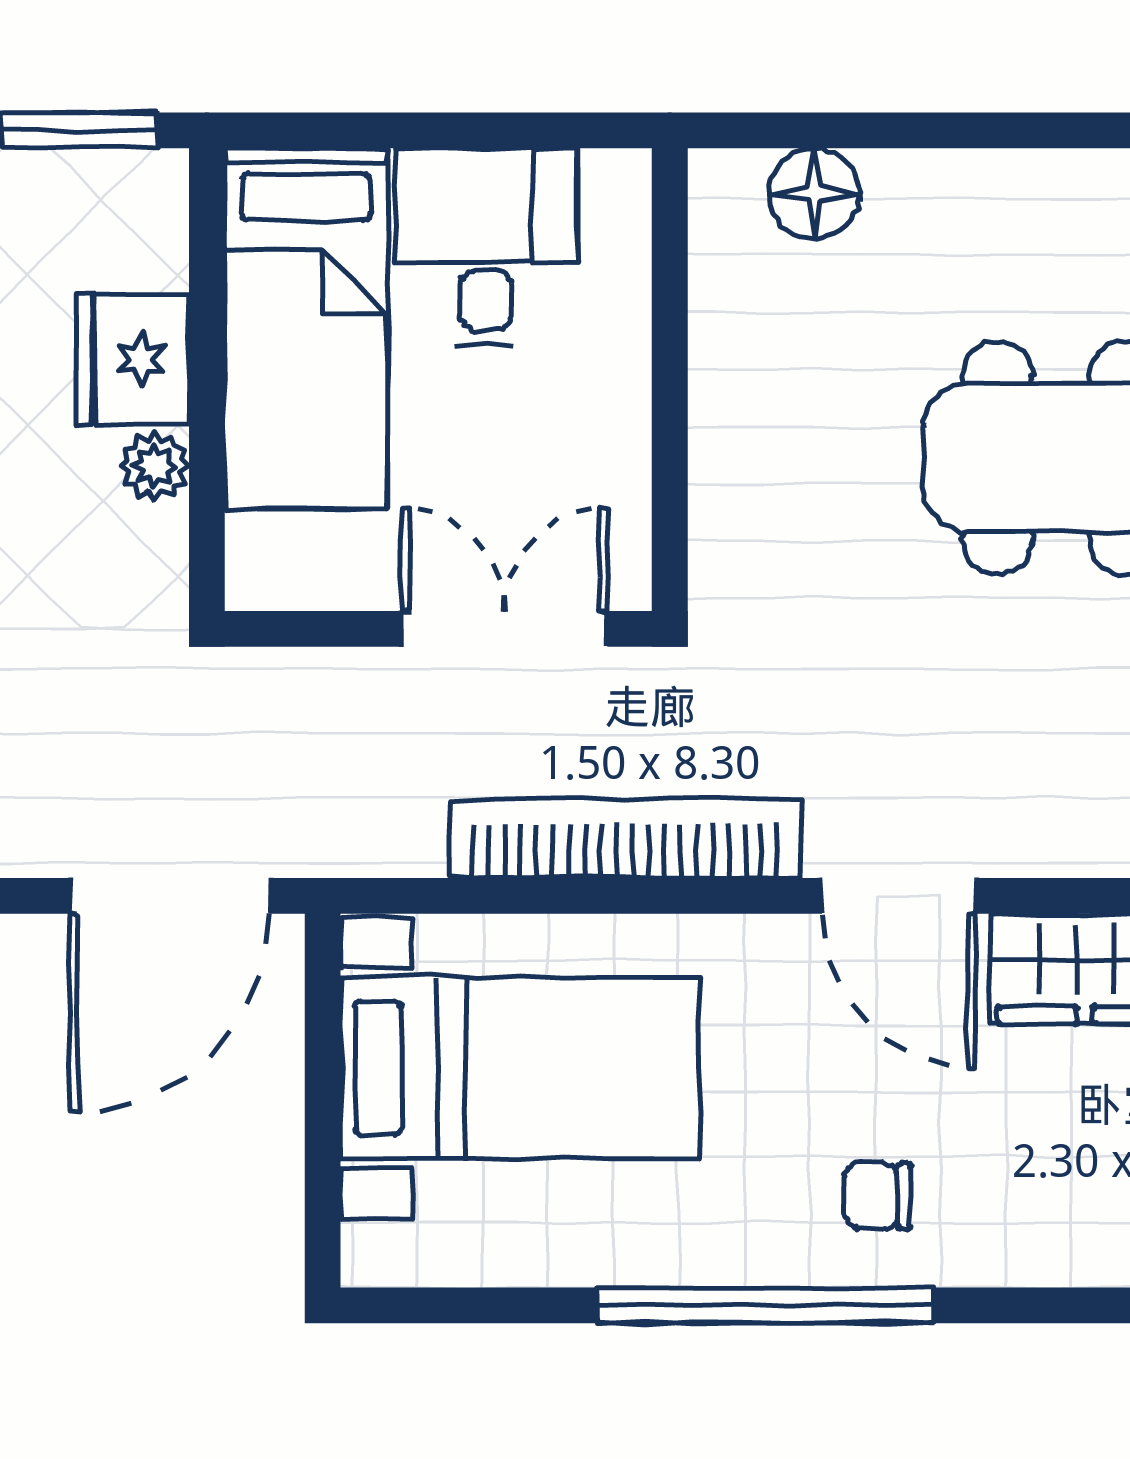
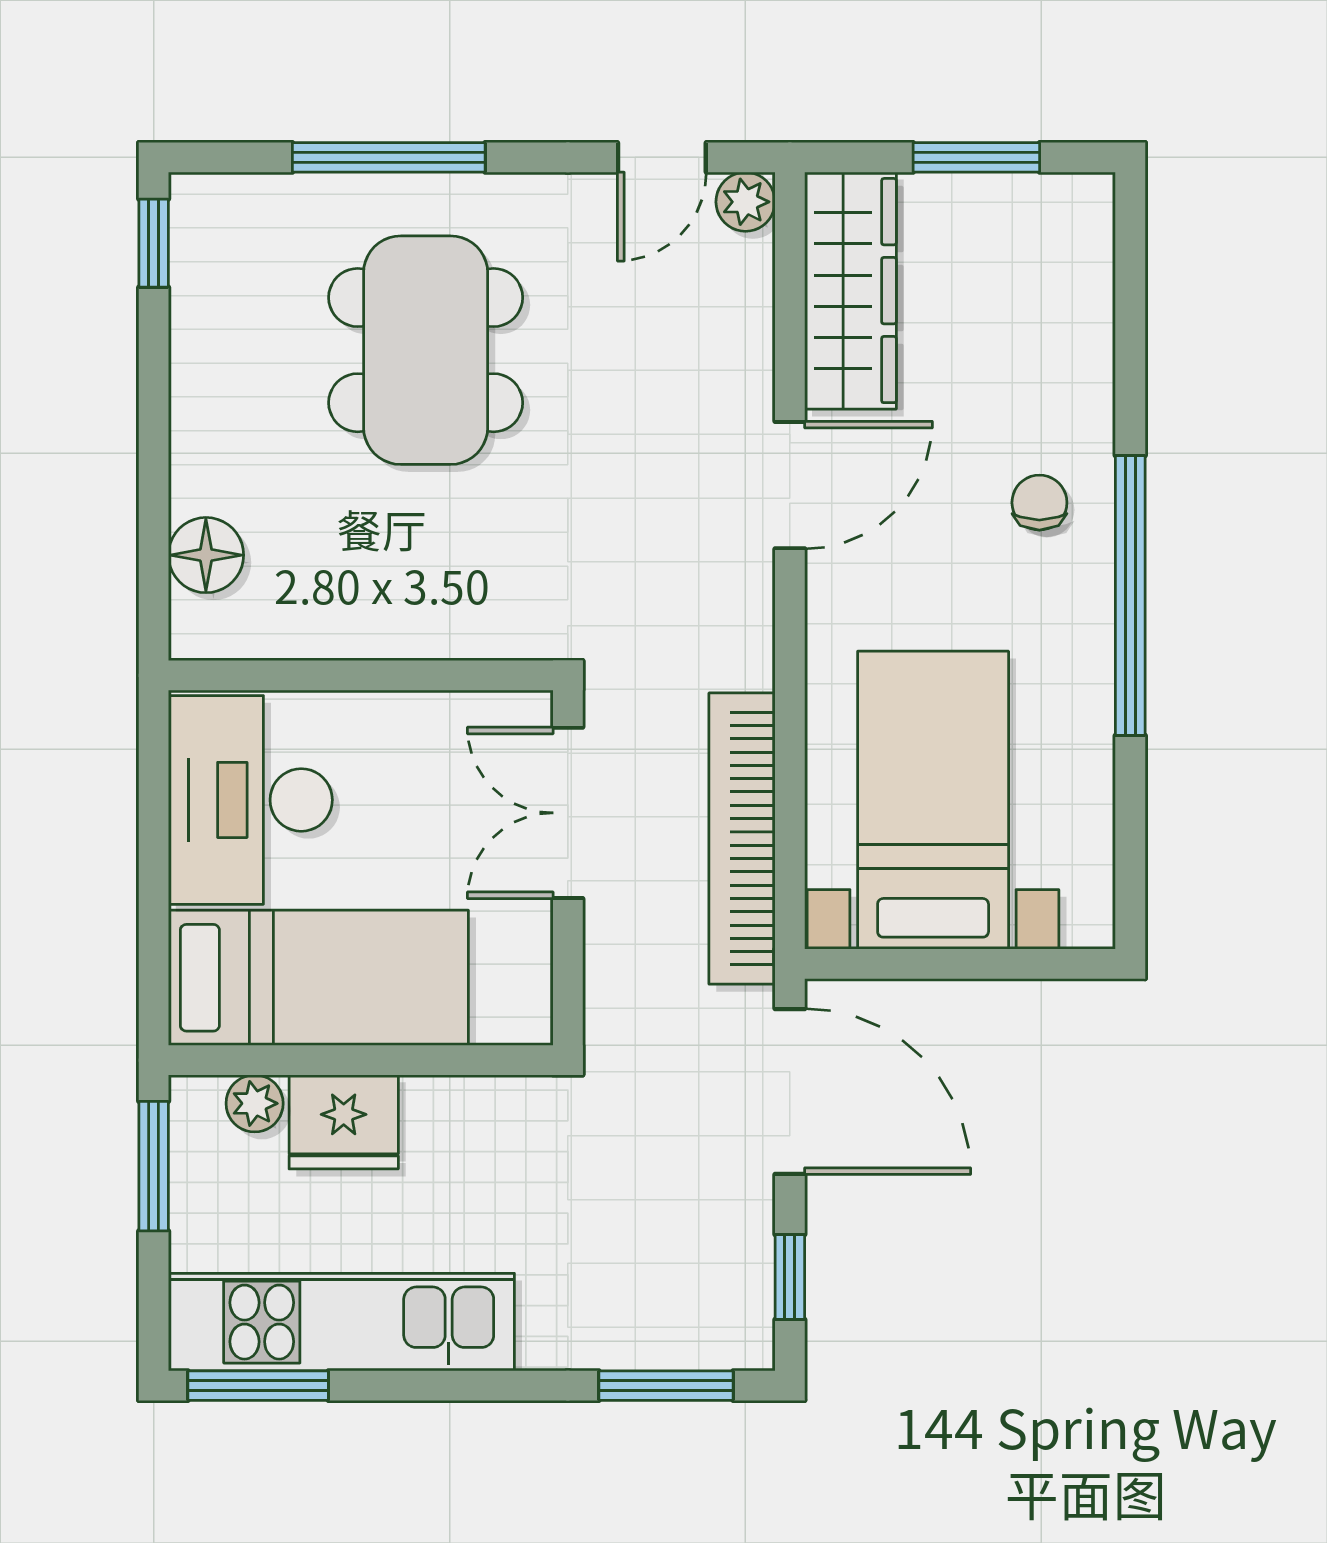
desk: (486, 247) -> (250, 800), width x1.37
plant: (155, 466) -> (255, 1103), moved
bookcase: (625, 838) -> (742, 839), moved
chair: (878, 1196) -> (1039, 503), turned 180

